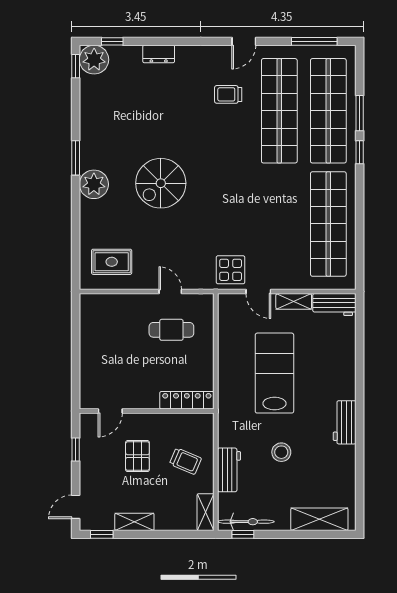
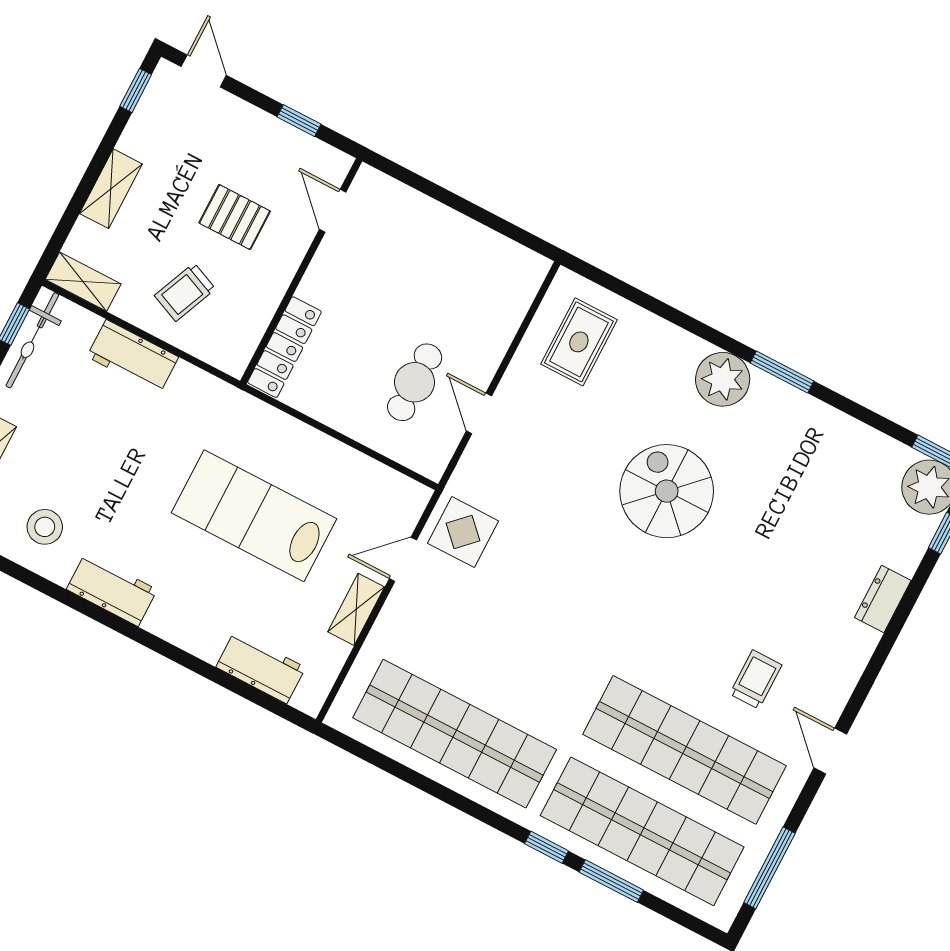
door: (170, 292) -> (479, 413), swing flipped
workbench: (334, 305) -> (261, 667), moved, turned 90
lab bench: (274, 373) -> (254, 516), turned 180
stool: (281, 452) -> (45, 527), moved
shelving: (134, 522) -> (111, 189), moved

